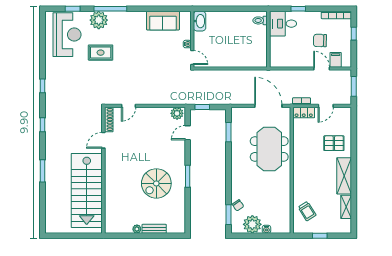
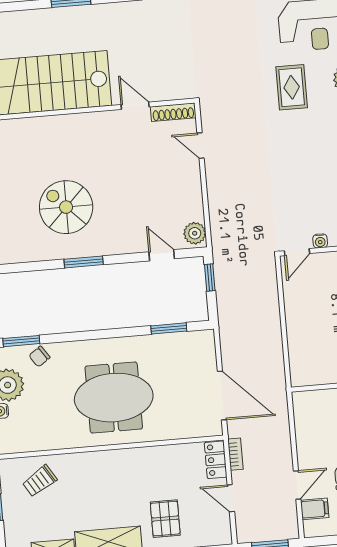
door: (268, 106) -> (222, 396), hinge flipped
meeting table: (269, 149) -> (114, 398), moved

